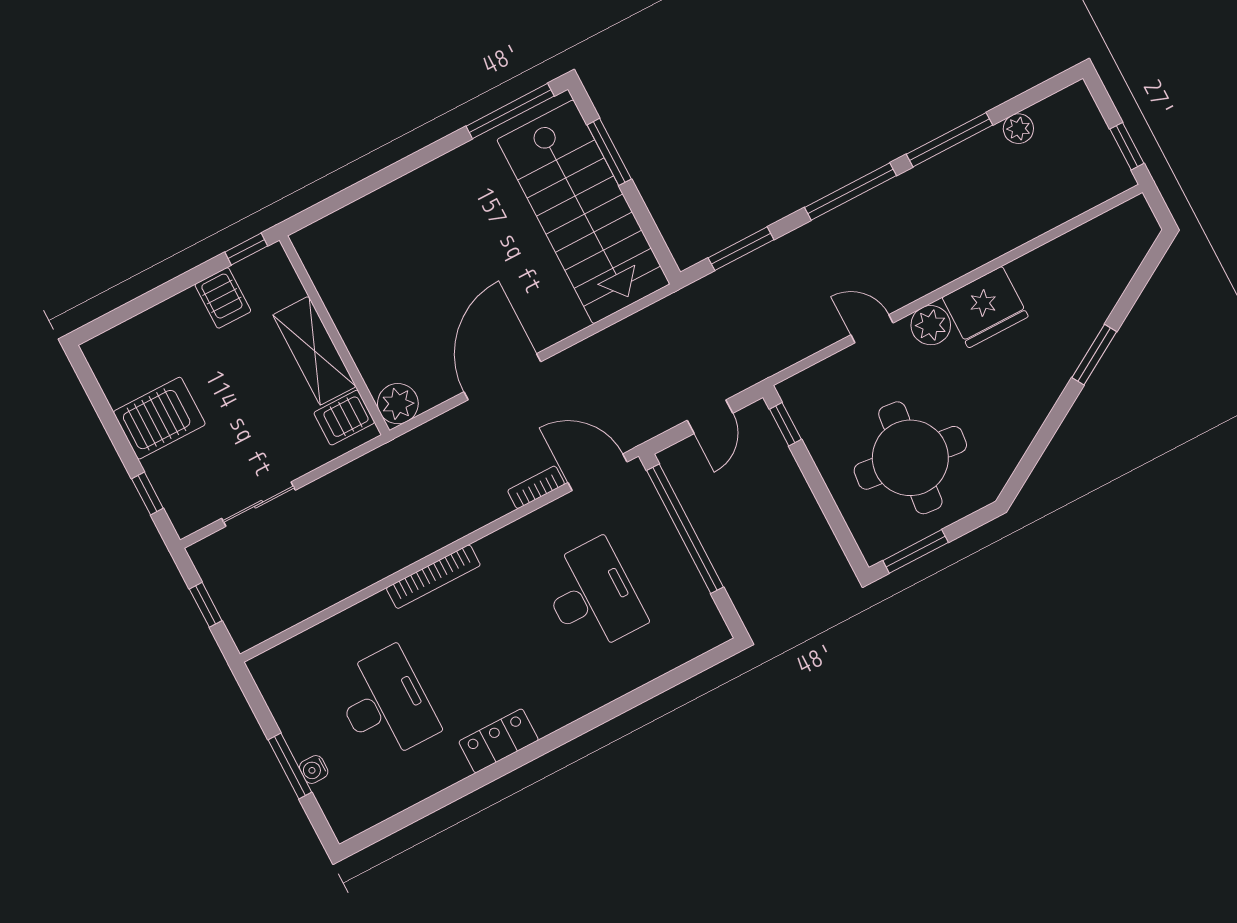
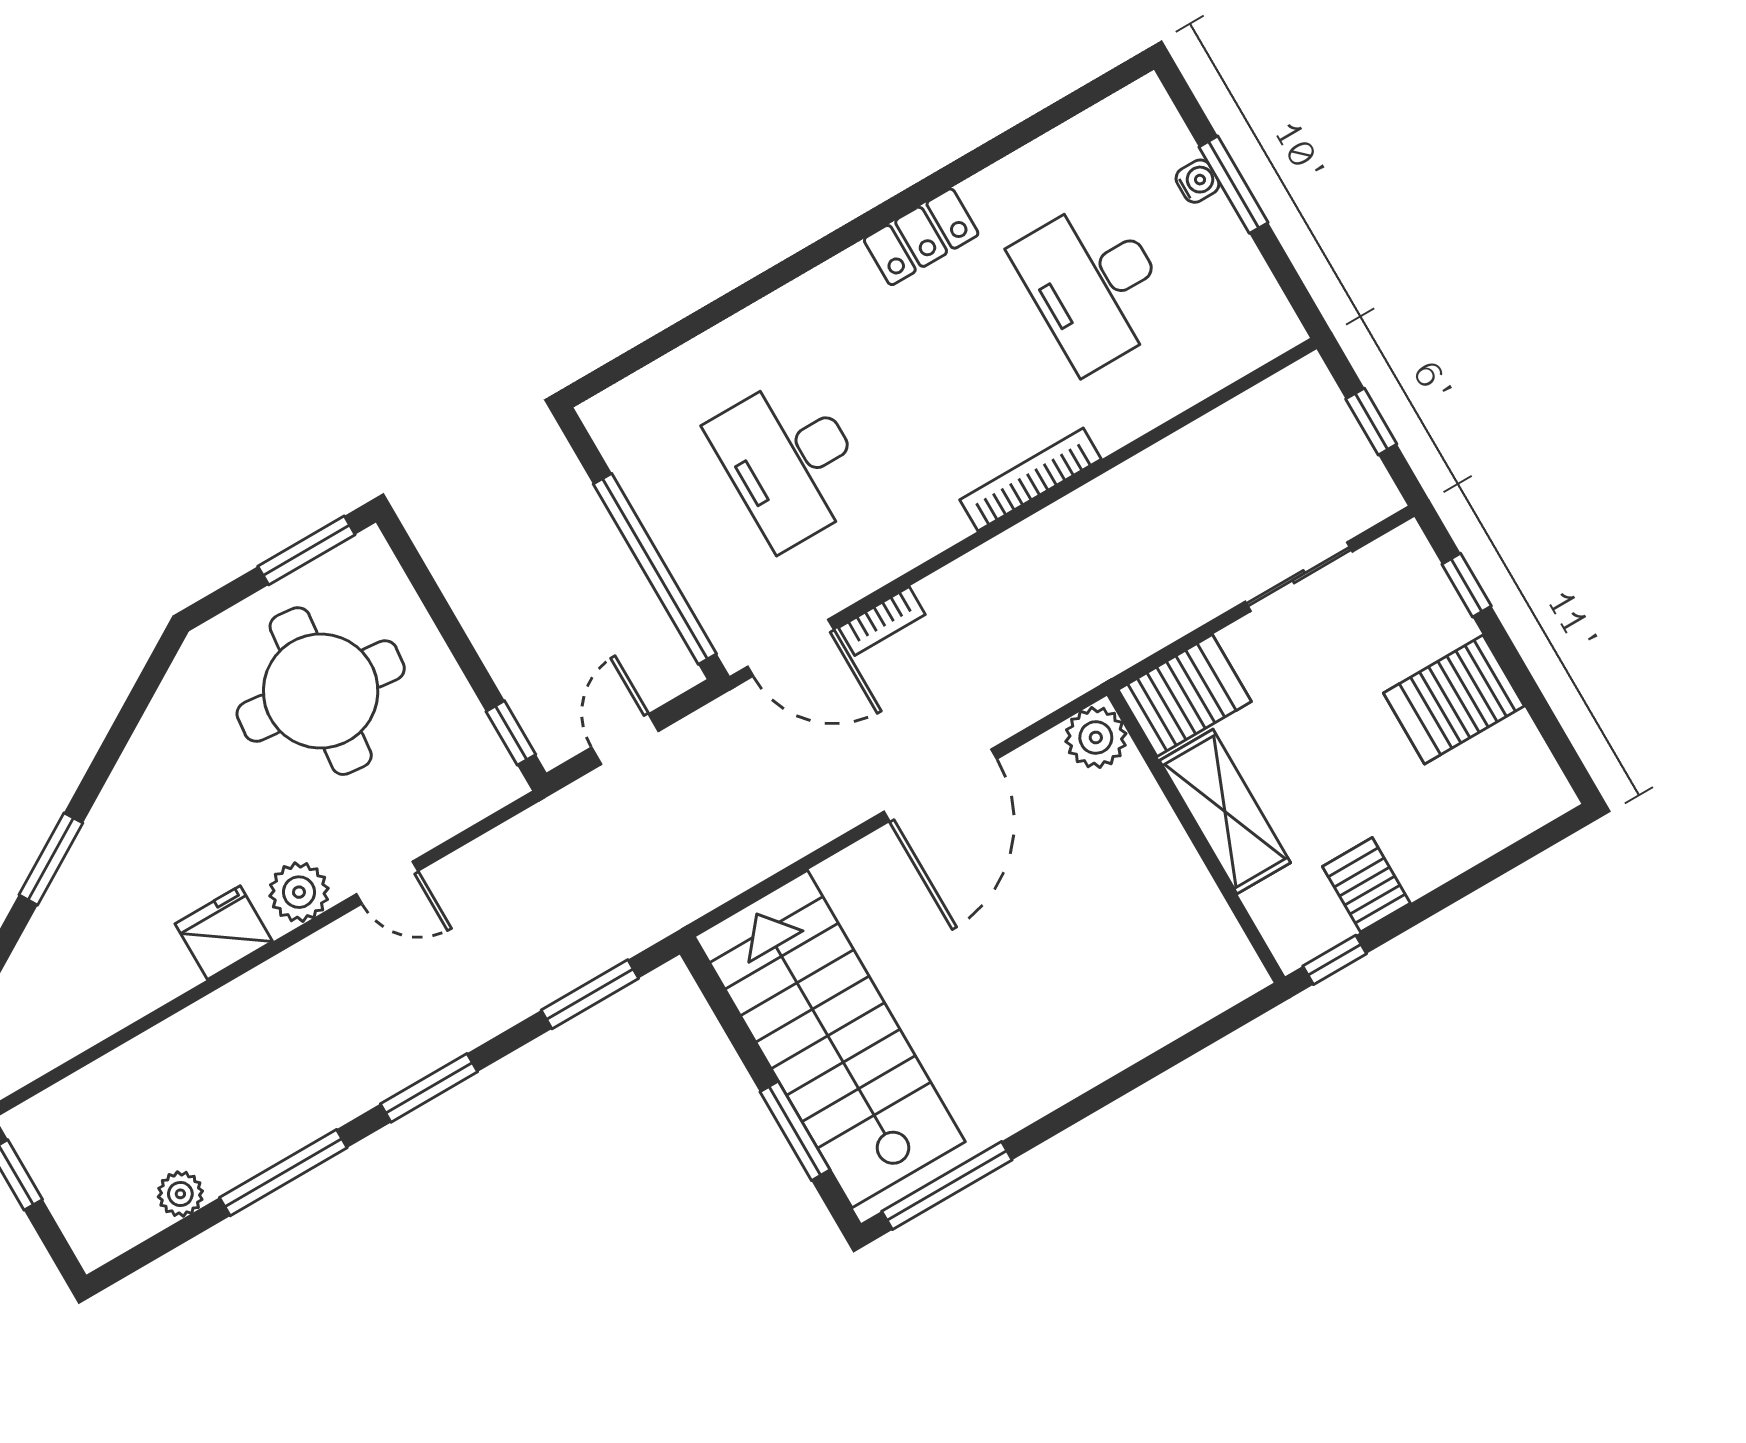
window: (850, 192) -> (429, 1088), width x0.69
fridge: (985, 307) -> (224, 933), width x0.73, depth x0.75
server rack: (344, 418) -> (1185, 696), width x1.36, depth x1.44

